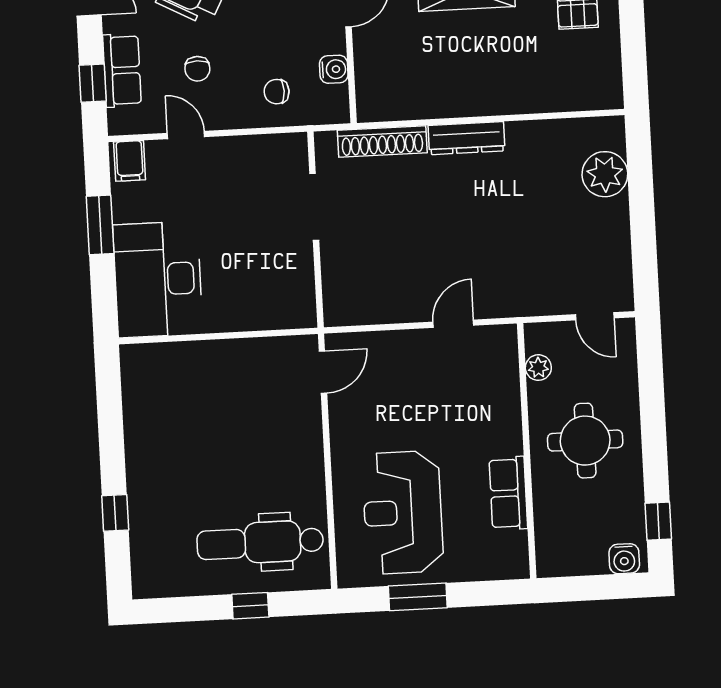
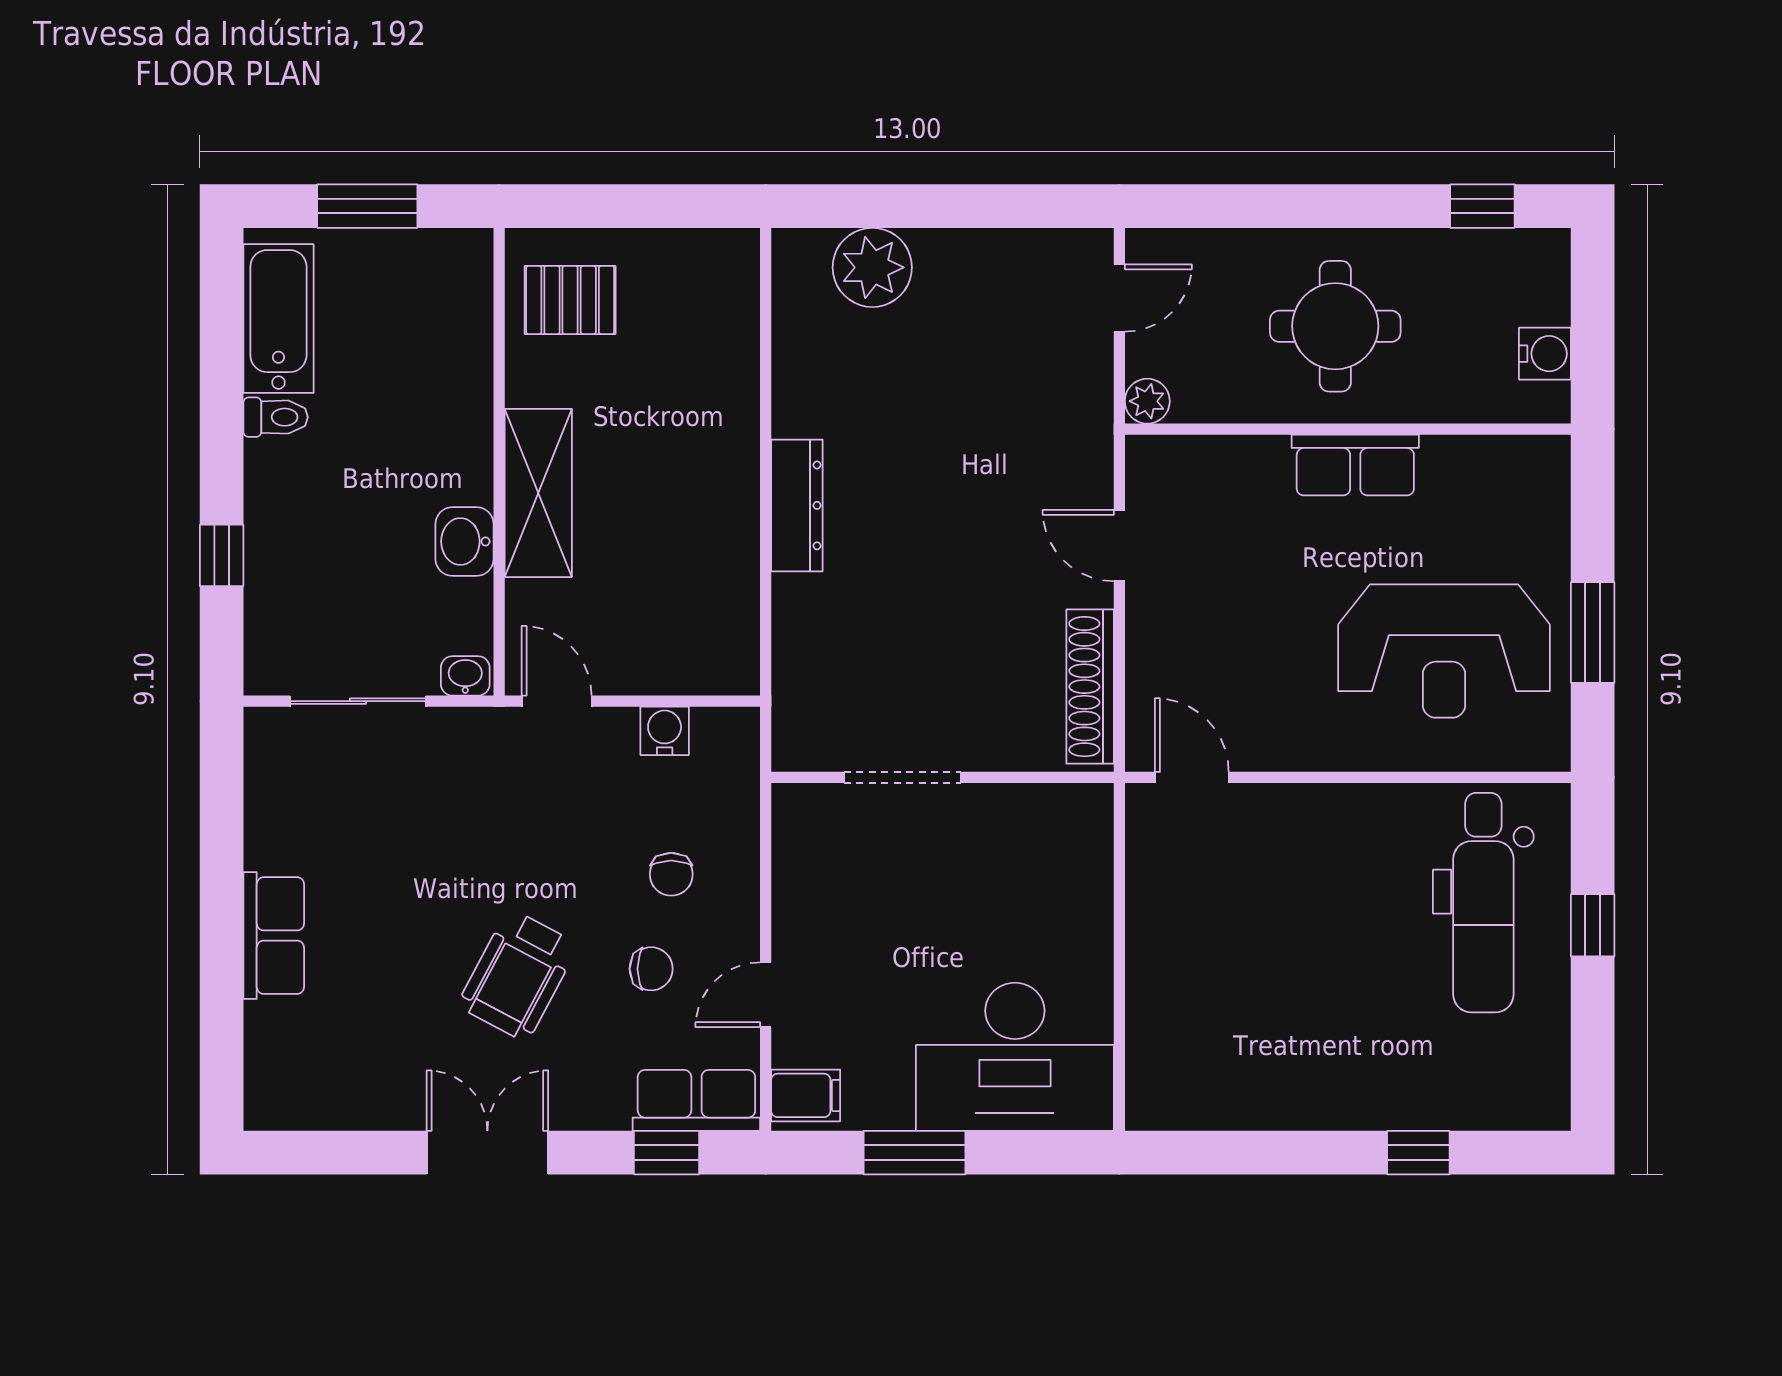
row of seats: (122, 70) -> (696, 1100), moved
chair: (277, 92) -> (671, 874), moved
shoe rack: (382, 141) -> (1090, 687), moved, turned 180
plant: (538, 368) -> (1147, 401), moved
row of seats: (508, 493) -> (1355, 465), moved
water cooler: (624, 559) -> (1545, 354), moved

